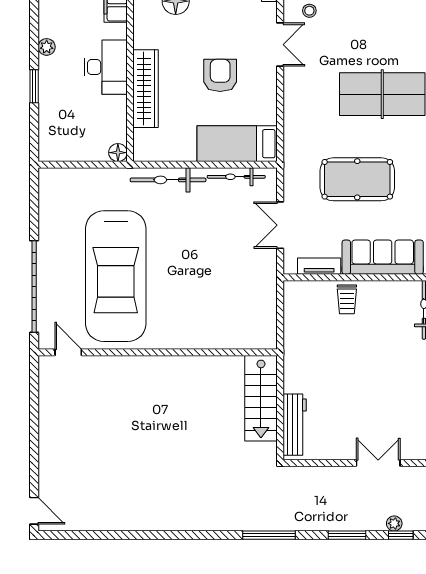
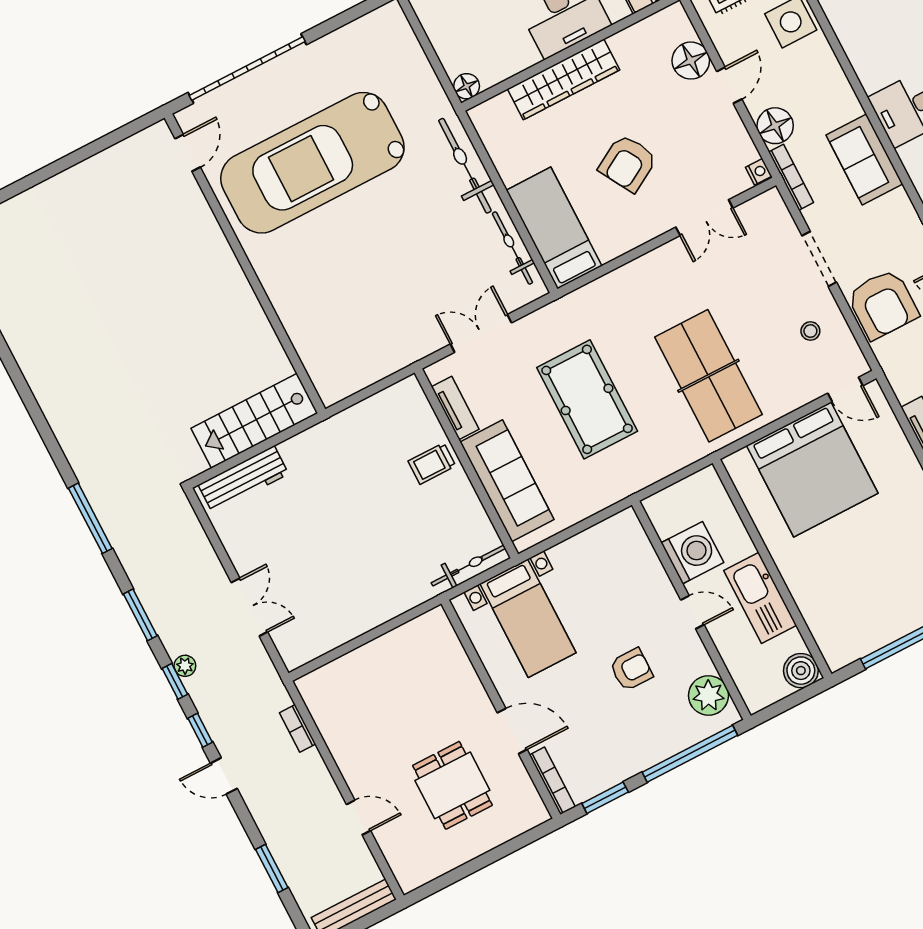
stool: (309, 11) -> (810, 331), moved
armchair: (220, 75) -> (628, 163), turned 150

